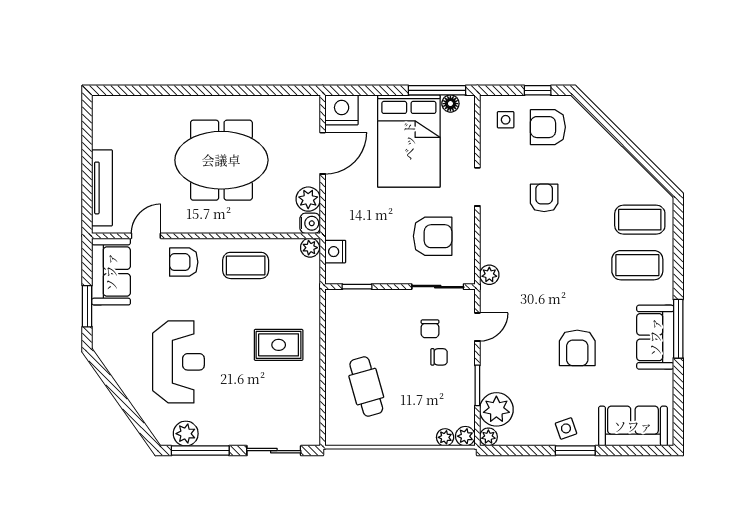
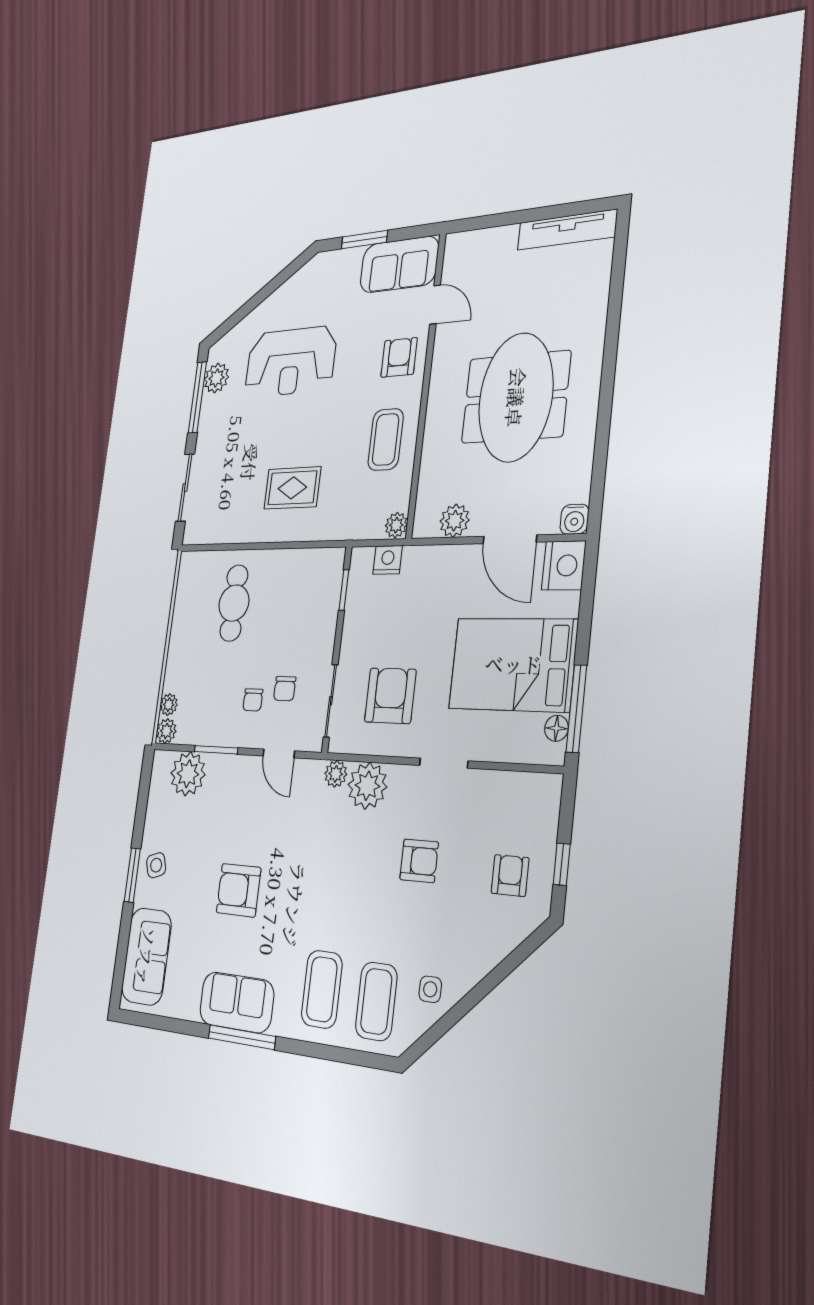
side table: (506, 120) -> (430, 989), moved
armchair: (548, 127) -> (510, 875), width x0.72, depth x0.72
tv unit: (102, 188) -> (567, 230), moved
water cooler: (310, 223) -> (574, 519), moved
armchair: (433, 236) -> (390, 696), turned 180
chair: (430, 329) -> (285, 689), turned -90
rug: (279, 345) -> (292, 488), turned 90
cafe table: (366, 387) -> (234, 603), turned -74
plant: (488, 437) -> (367, 786), moved, width x1.88, depth x1.88

